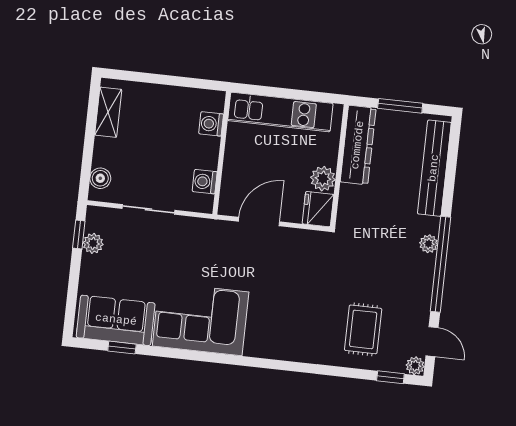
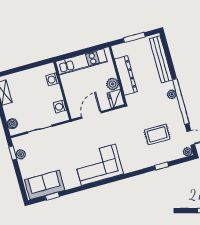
dresser: (358, 145) -> (126, 75), moved
corner sofa: (201, 319) -> (98, 165), moved
rug: (363, 329) -> (157, 134), moved, turned 90
window: (390, 377) -> (162, 166), moved

